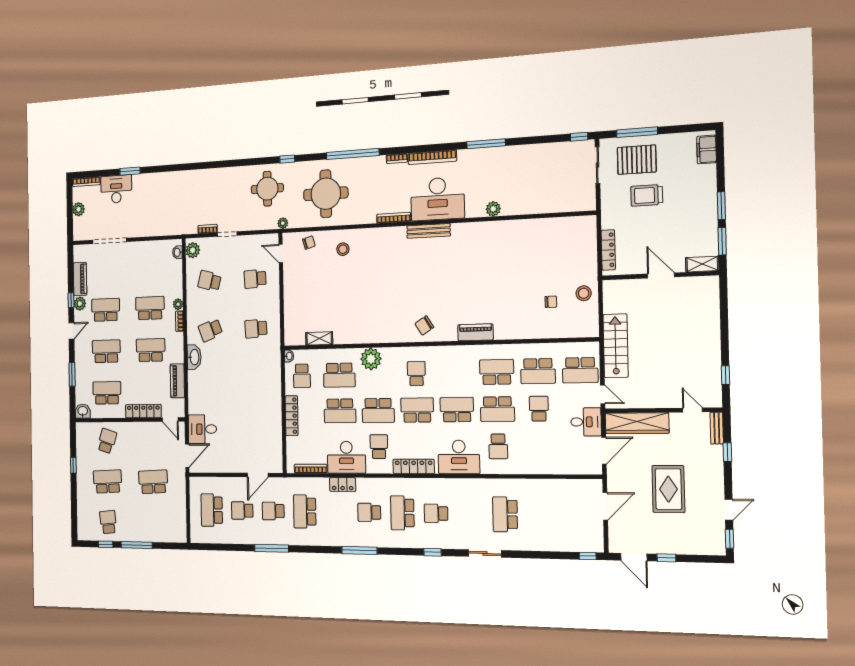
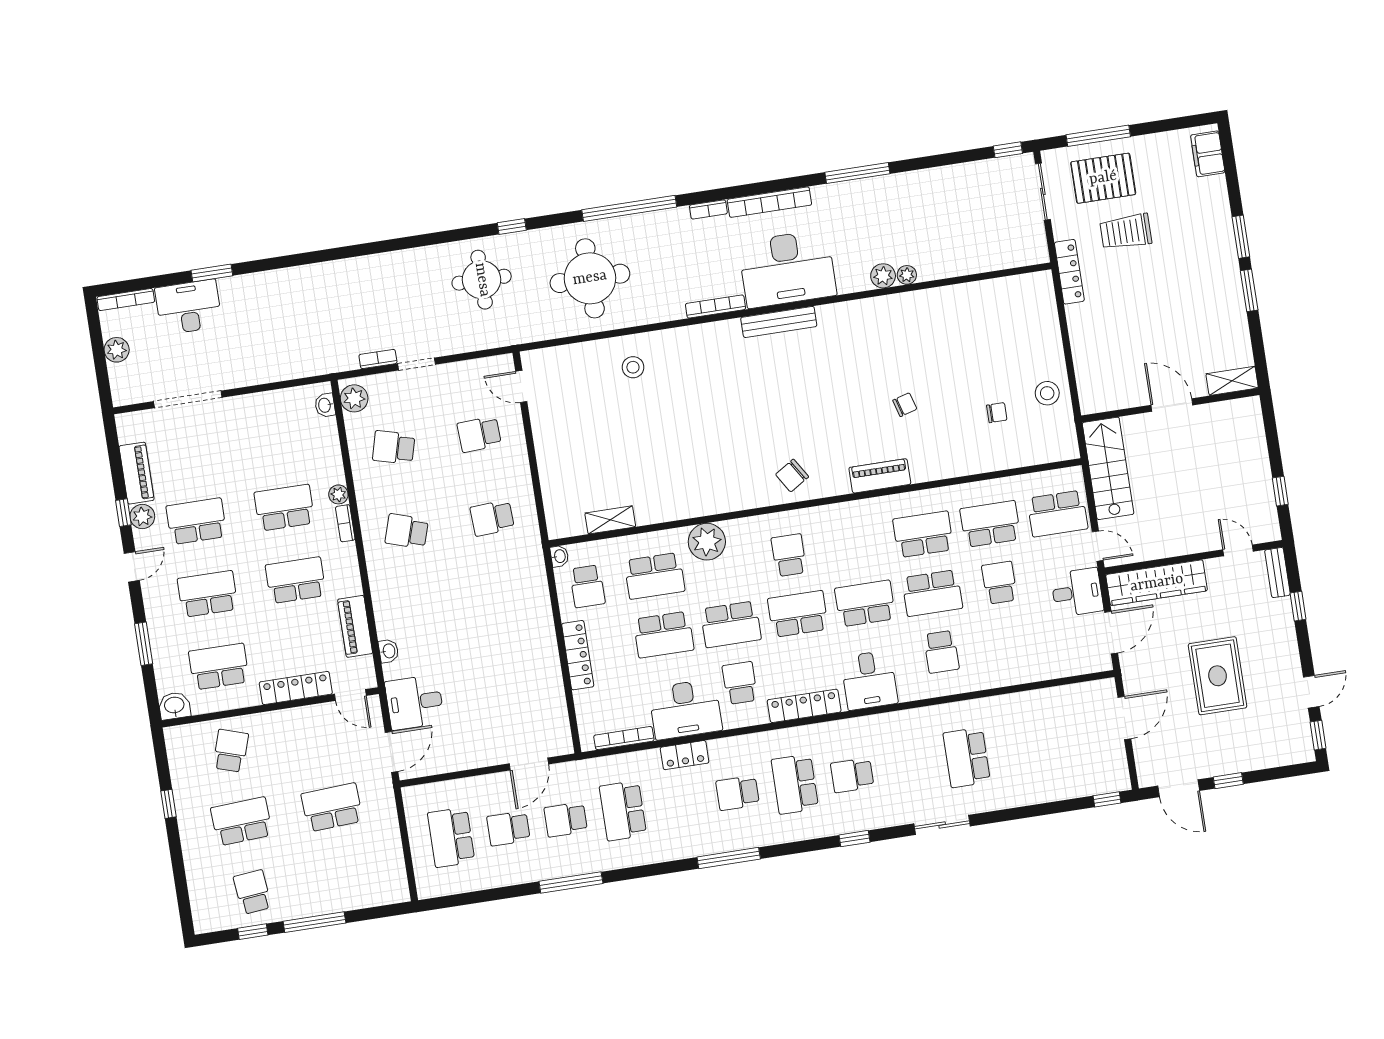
plant: (283, 223) -> (907, 275), moved
chair: (309, 243) -> (905, 405), moved
locker: (608, 250) -> (1069, 272), moved
shelving: (702, 264) -> (1232, 381), moved
wall: (660, 275) -> (1170, 405), moved
door: (661, 275) -> (1172, 405), moved
school desk: (210, 330) -> (407, 531), turned 39
washbasin: (194, 357) -> (389, 651), moved, width x0.52, depth x0.69
school desk: (538, 371) -> (990, 524), turned 180
desk: (459, 457) -> (869, 680), width x0.73

